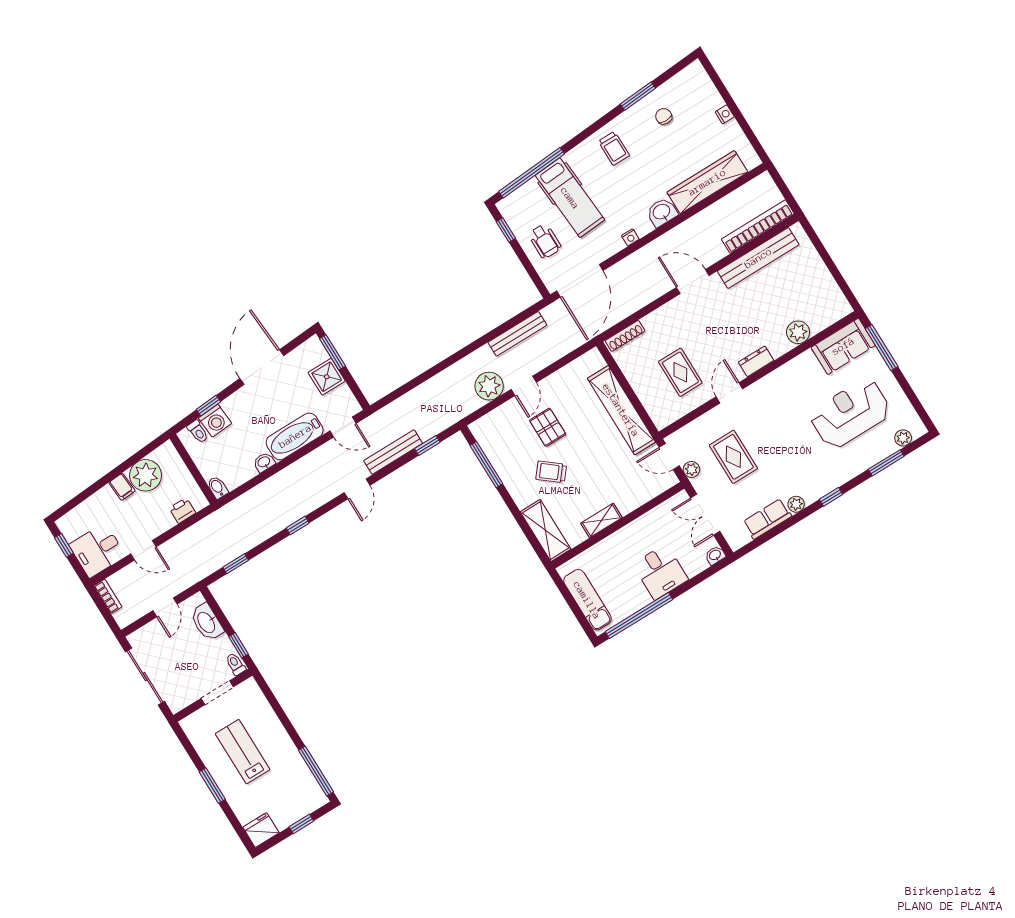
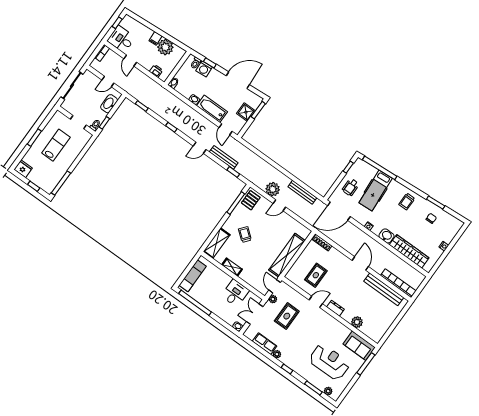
pallet: (548, 427) -> (251, 200), moved
desk: (660, 572) -> (235, 293), moved, turned 180

